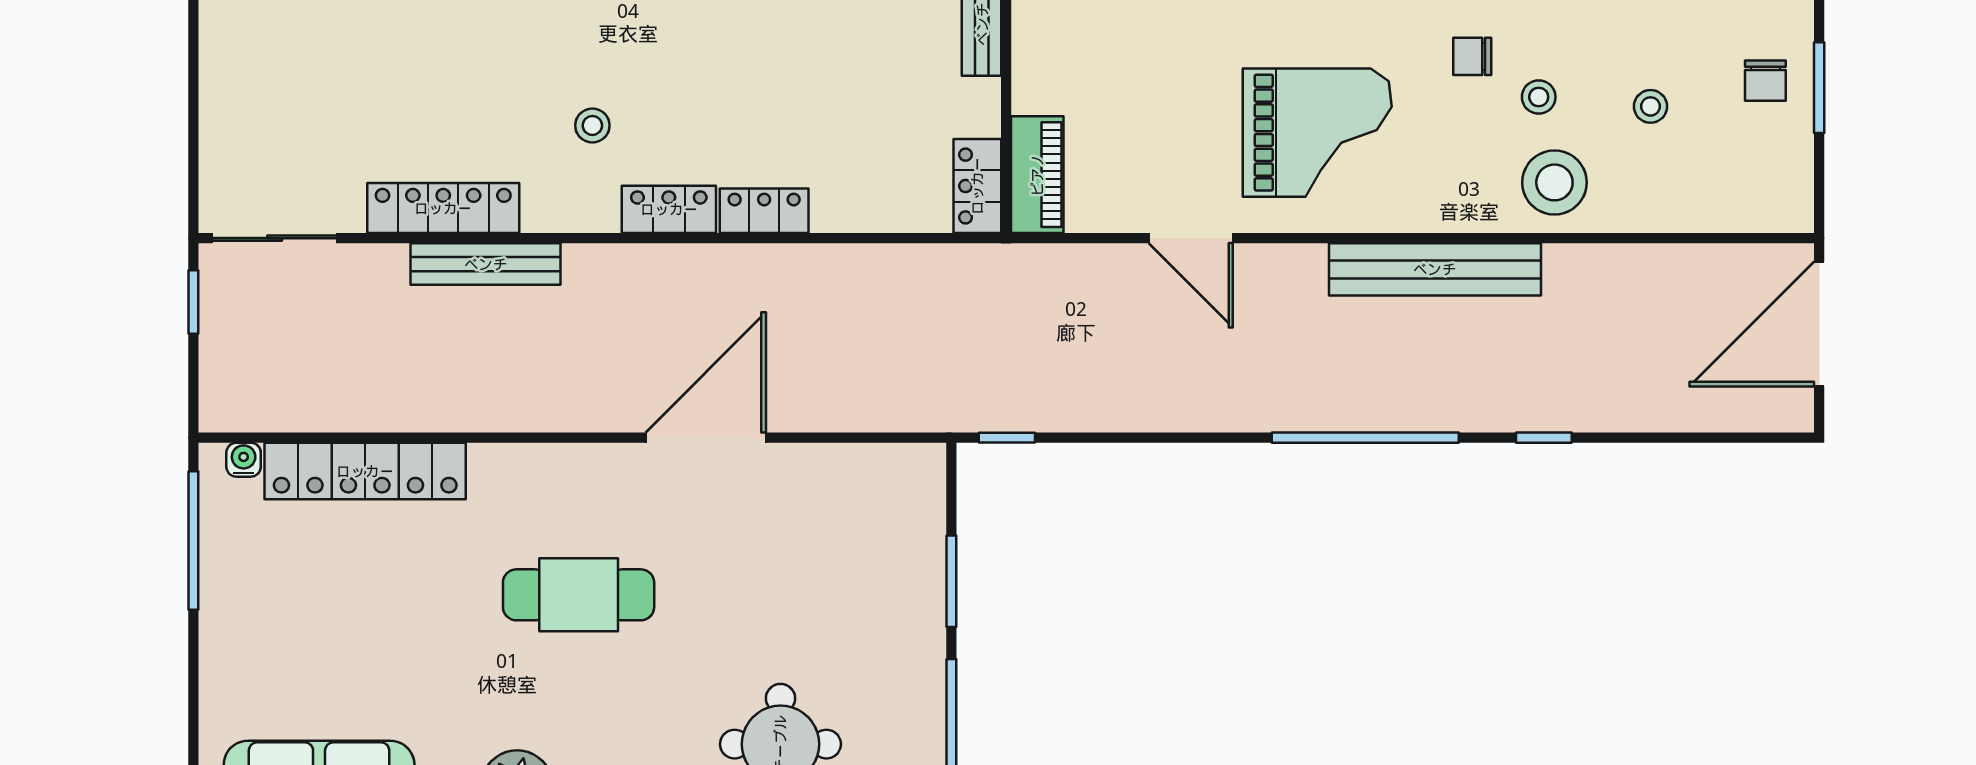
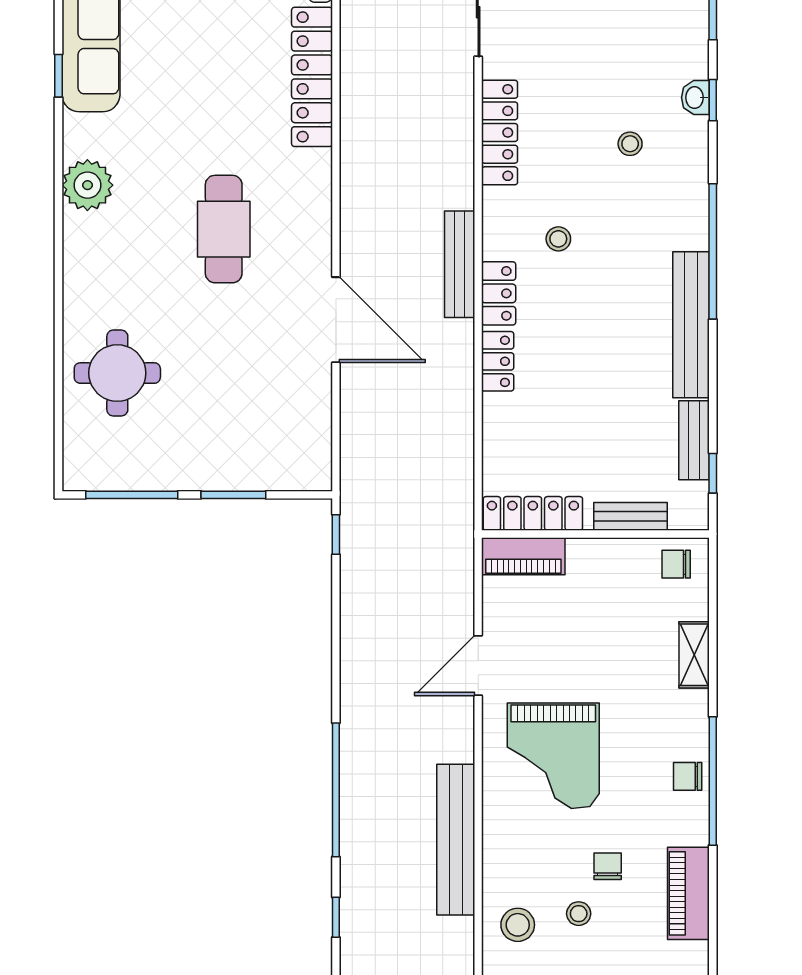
stool: (459, 25) -> (630, 144), added
stool: (1554, 182) -> (518, 925), width x0.73, depth x0.73
locker: (977, 186) -> (533, 513), width x1.53
bench: (486, 264) -> (460, 264), moved

